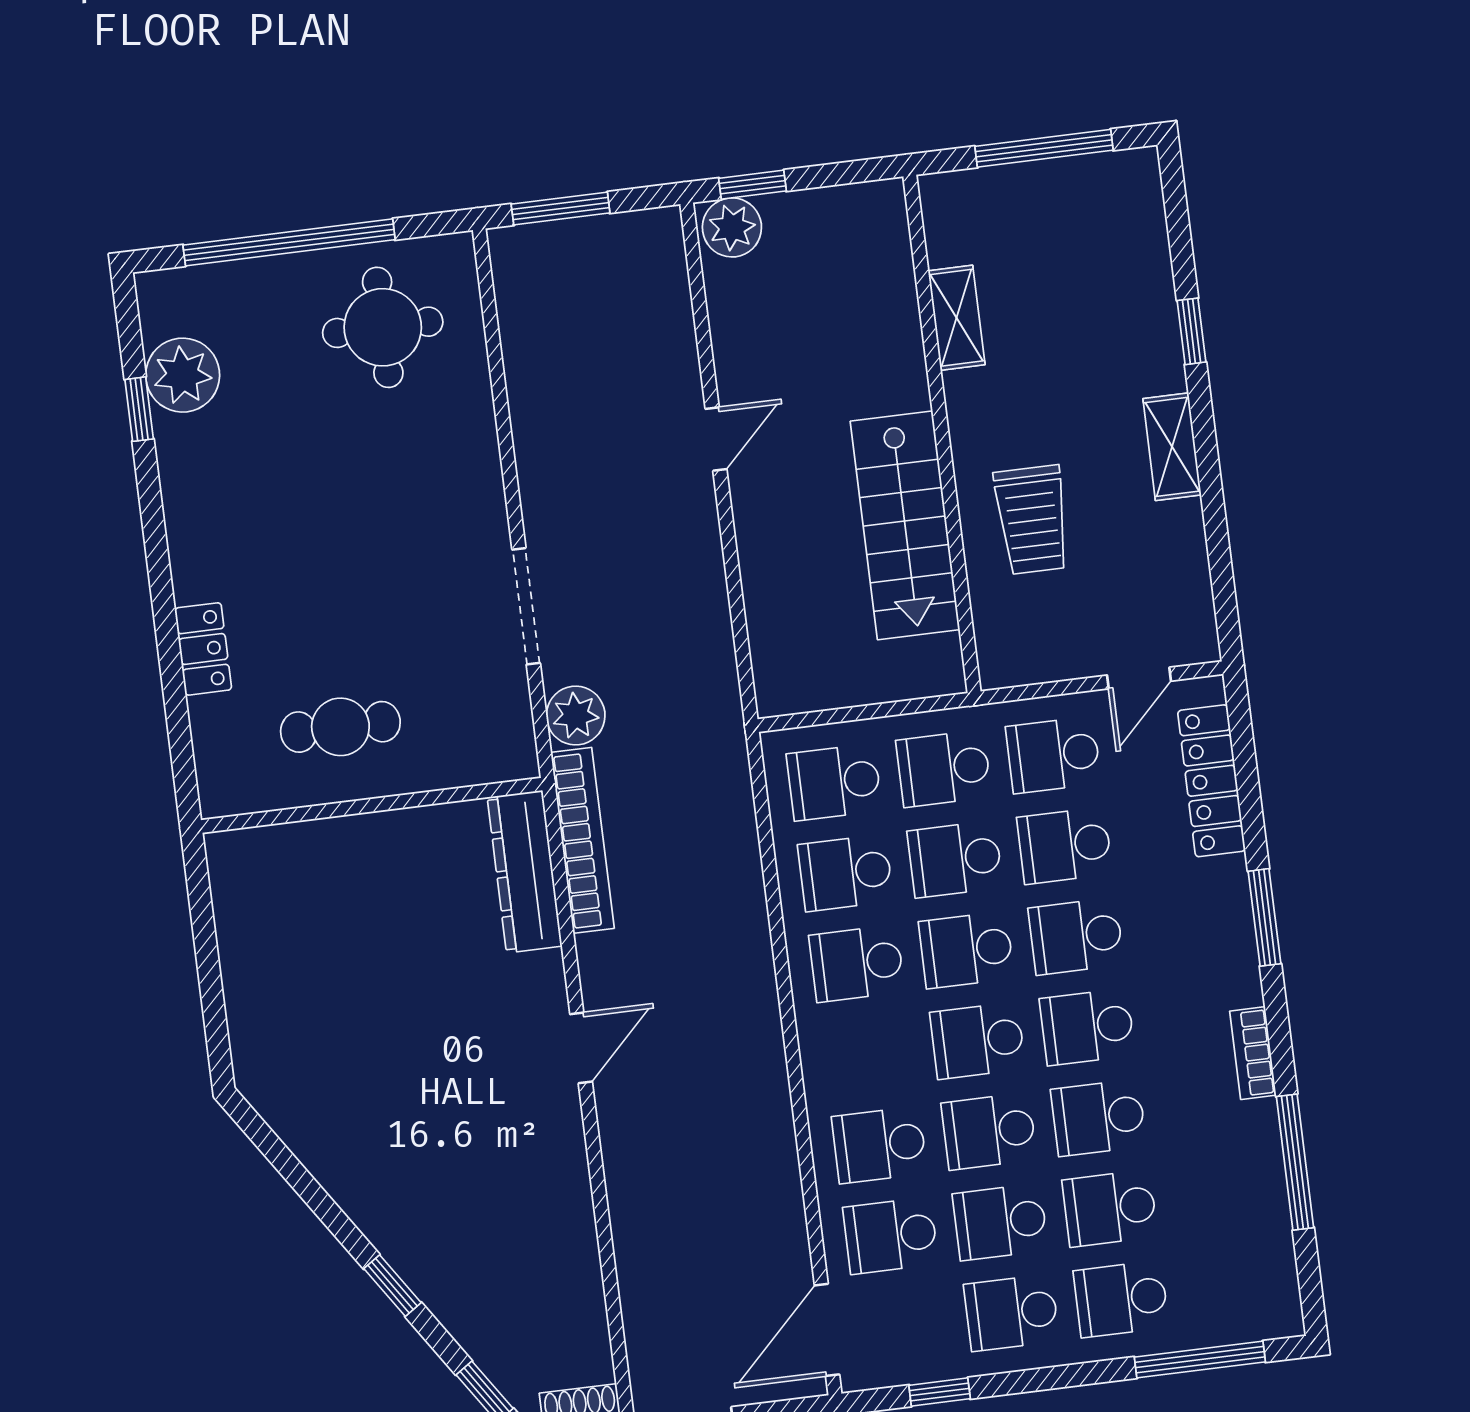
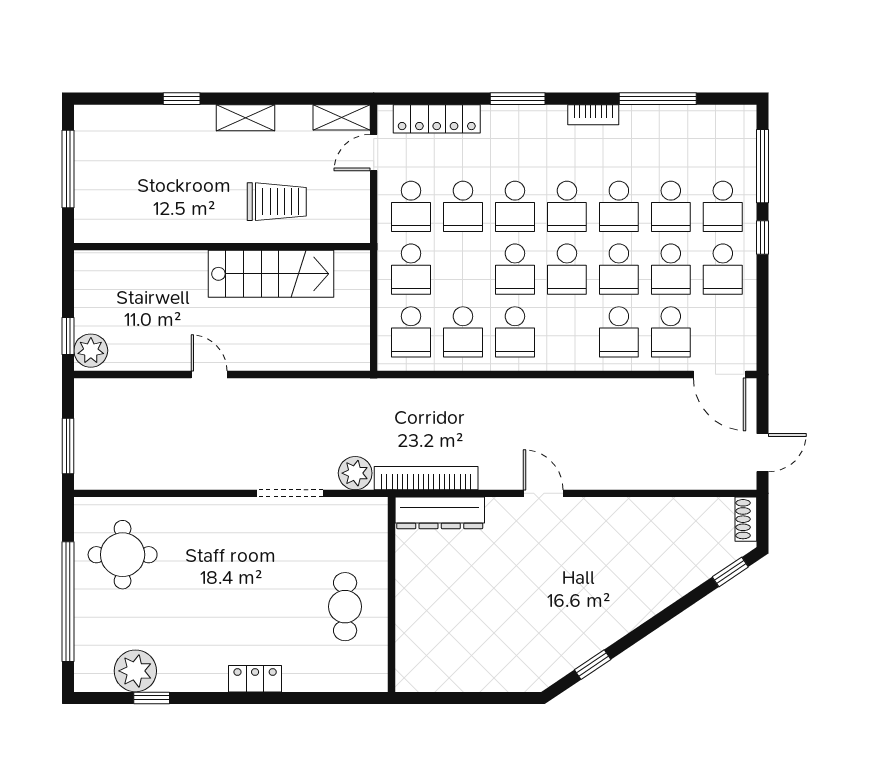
shelving: (956, 318) -> (342, 117), moved
locker: (203, 649) -> (255, 679), moved
door: (1139, 678) -> (374, 153), swing flipped
school desk: (955, 859) -> (463, 269), removed
window: (392, 1286) -> (593, 665), moved
window: (940, 1392) -> (763, 237), moved

